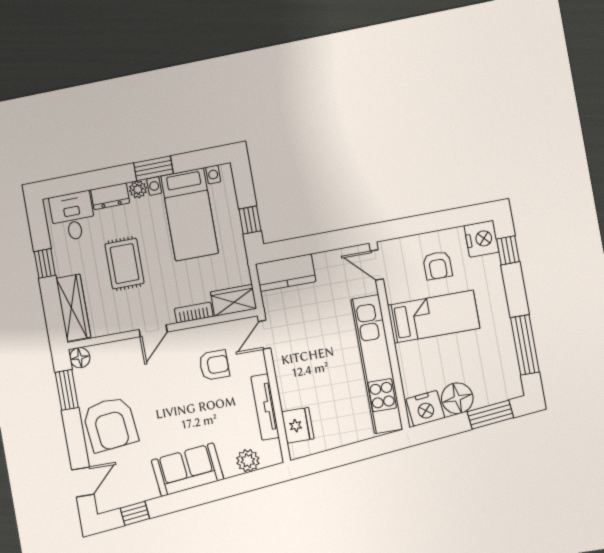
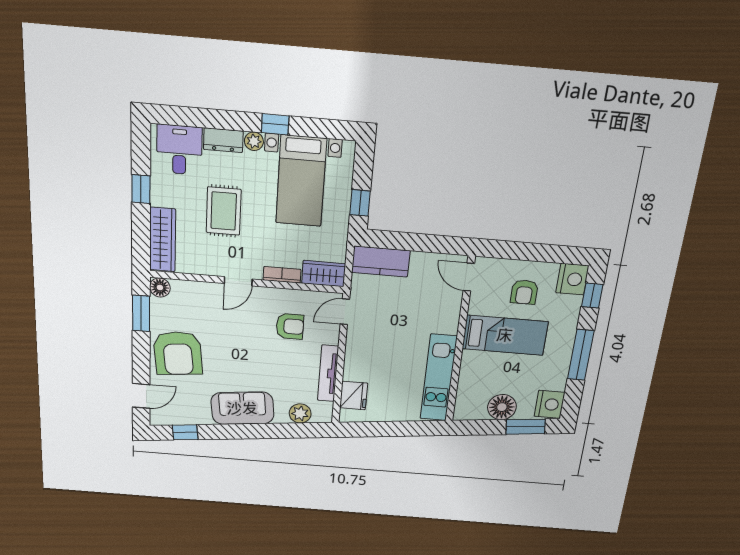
window: (154, 168) -> (275, 124), width x0.67
window: (525, 345) -> (581, 355), moved
kitchen unit: (377, 364) -> (438, 378), width x0.73
nightstand: (425, 408) -> (550, 404), moved, turned -84

